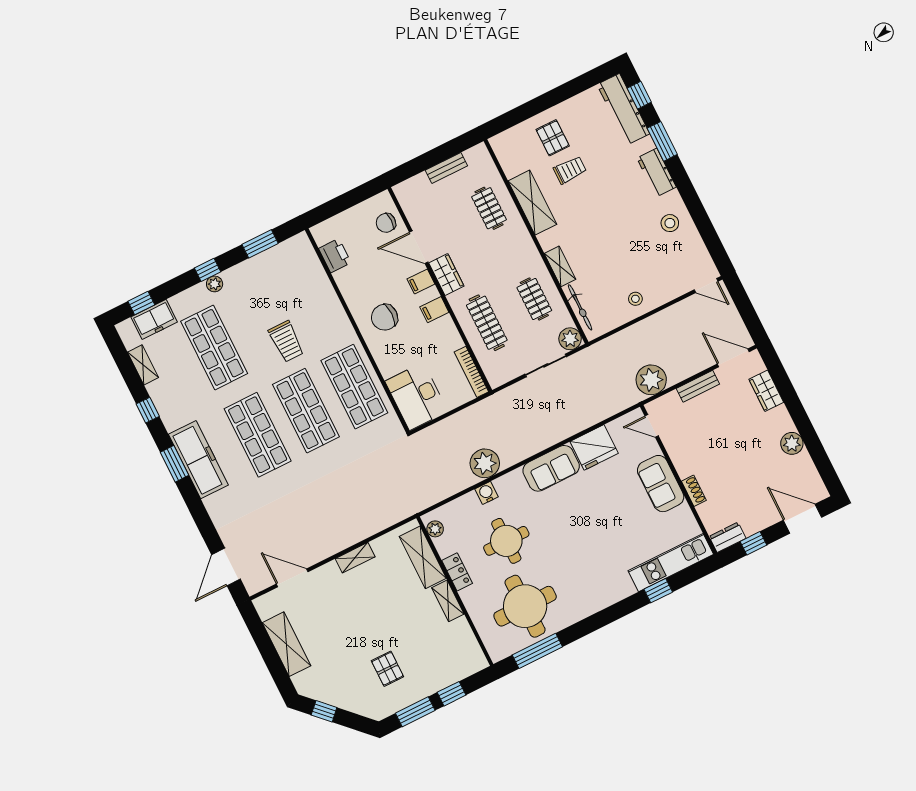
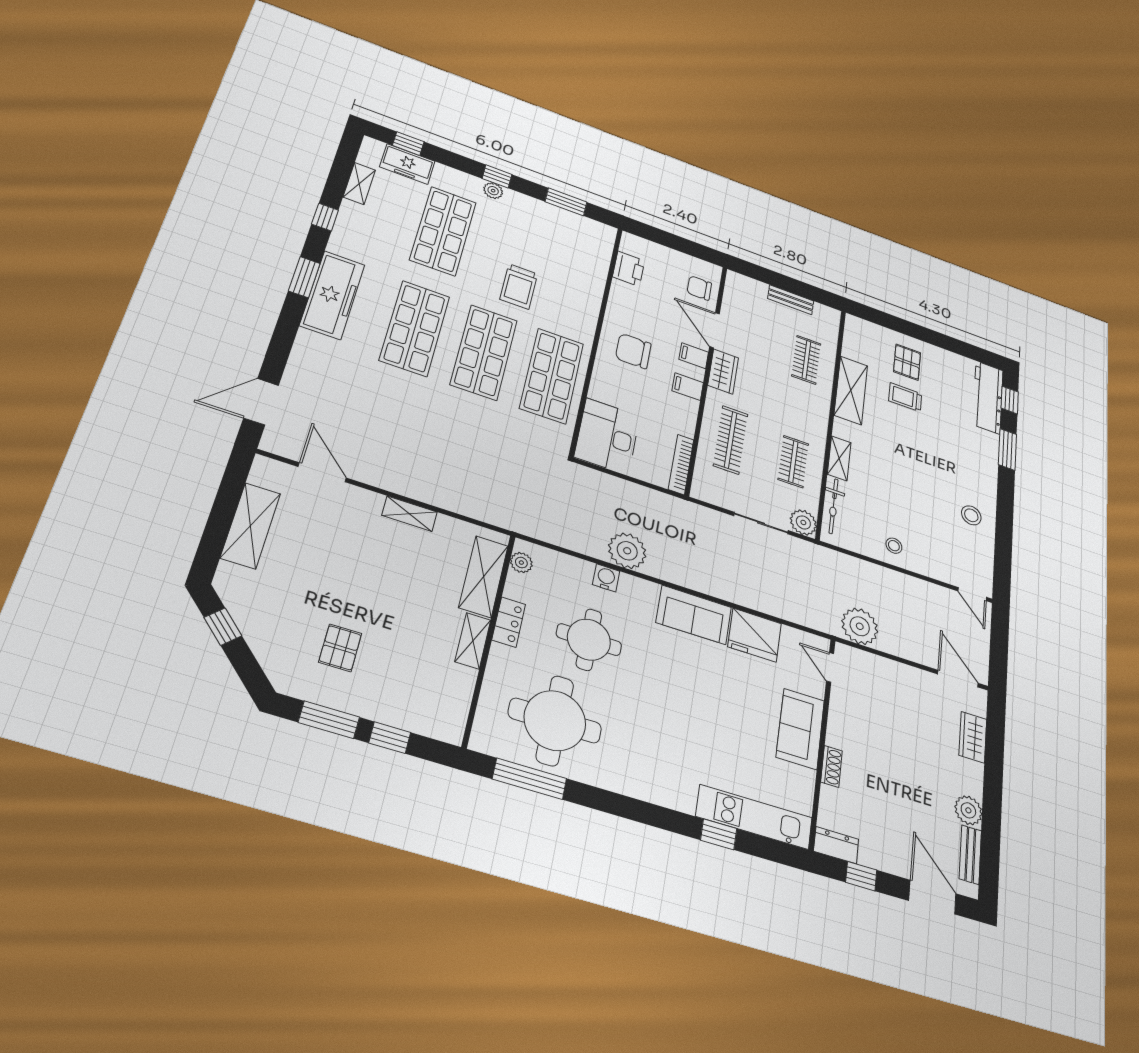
trolley: (570, 170) -> (905, 397), turned 180
workbench: (657, 173) -> (986, 467), removed
bench: (698, 386) -> (970, 855), moved, turned 90

